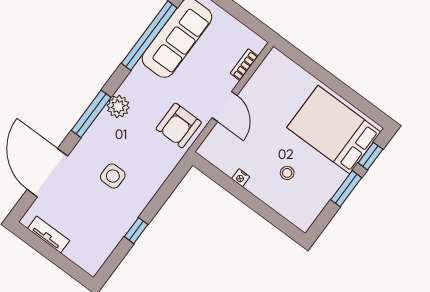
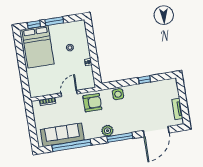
side table: (113, 176) -> (118, 94), moved

